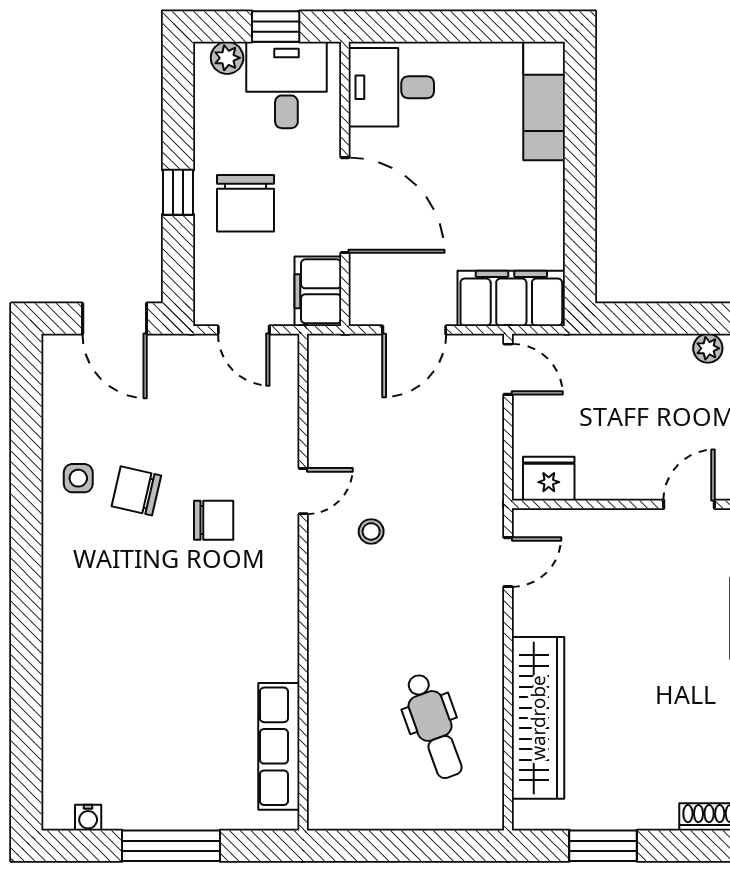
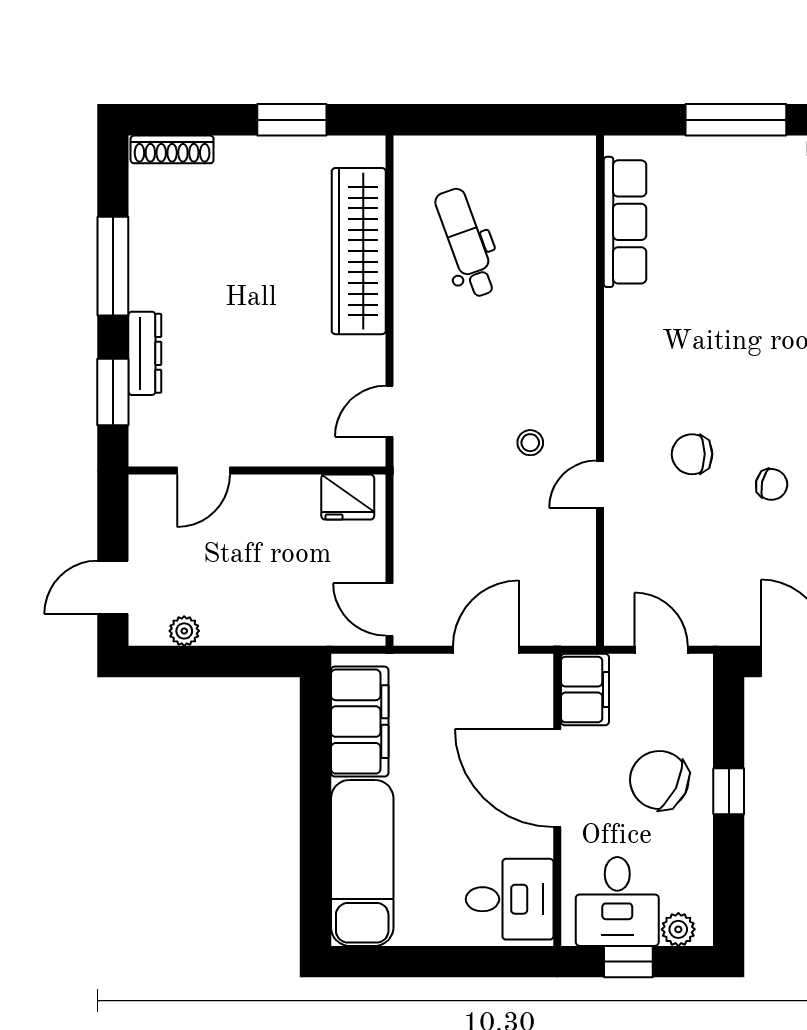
exam couch: (544, 101) -> (362, 863), width x1.36, depth x1.45
chair: (246, 203) -> (659, 780), turned -64
filing cabinet: (511, 298) -> (360, 722), moved, turned -90
chair: (136, 491) -> (772, 484), width x0.73, depth x0.73

